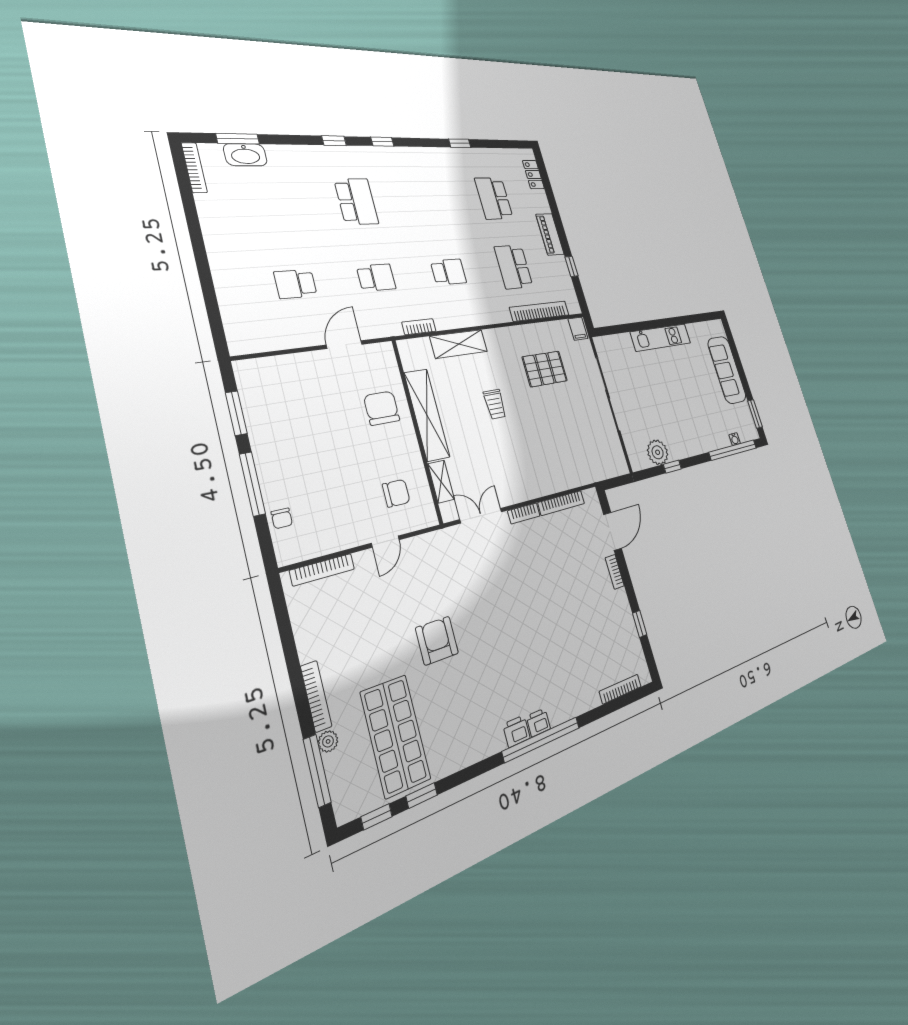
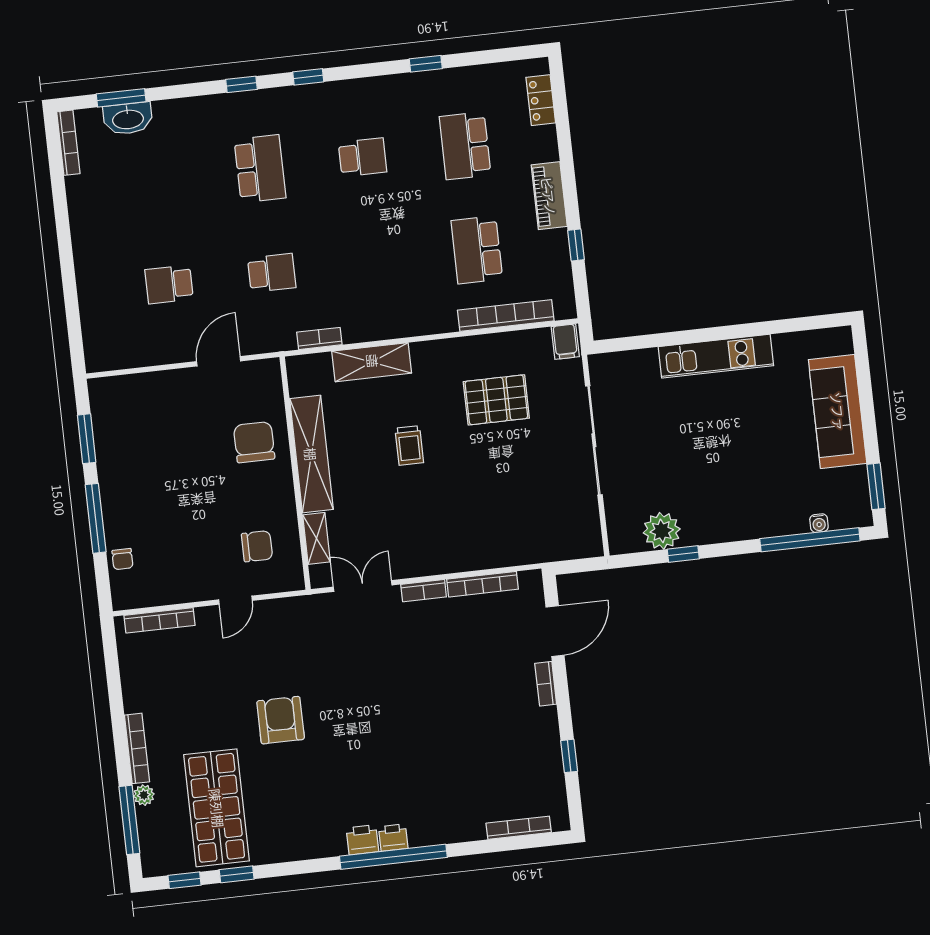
school desk: (449, 272) -> (363, 157), moved

